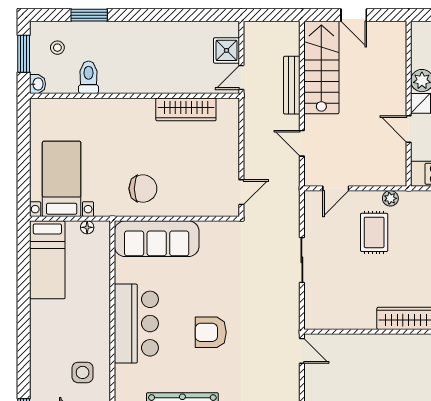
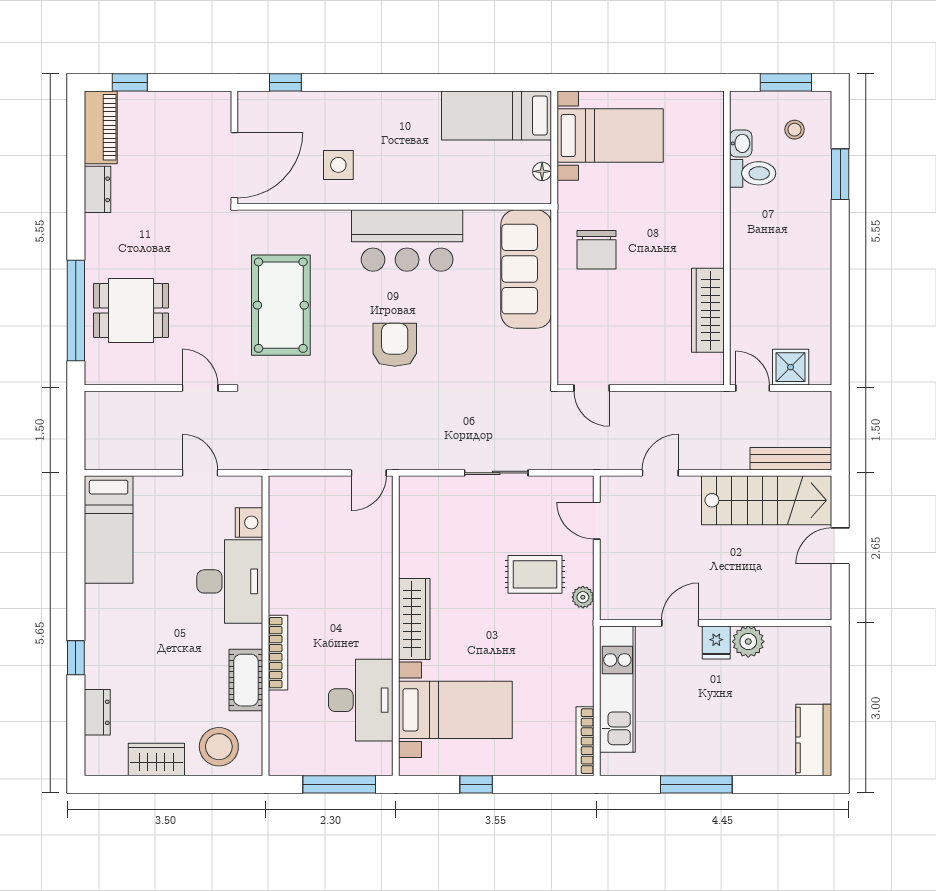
washbasin: (38, 84) -> (741, 143), moved, turned -90
bench: (292, 85) -> (791, 459), moved

